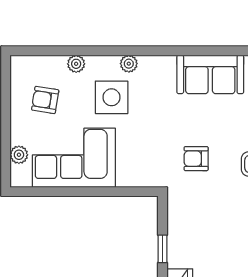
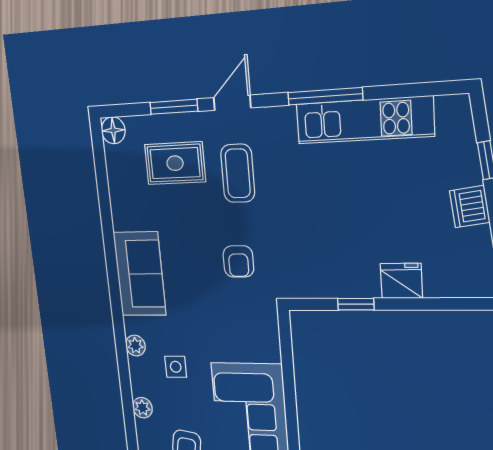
sofa: (210, 74) -> (140, 274), moved
side table: (112, 97) -> (176, 367), width x0.54, depth x0.54

